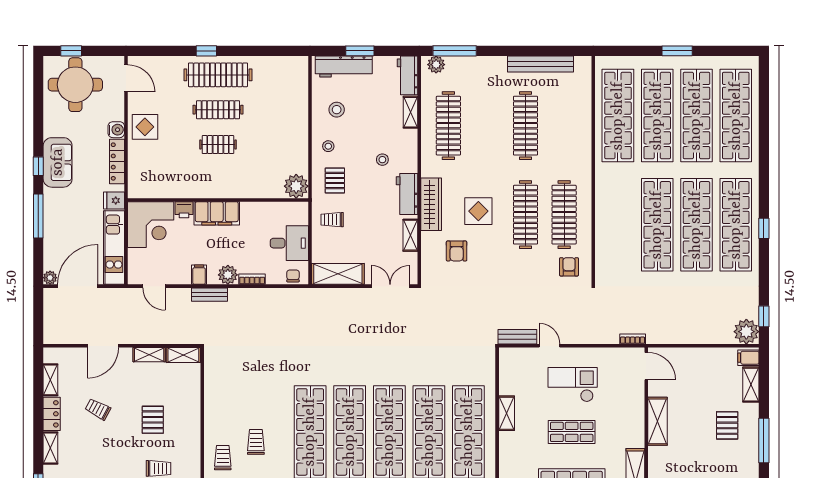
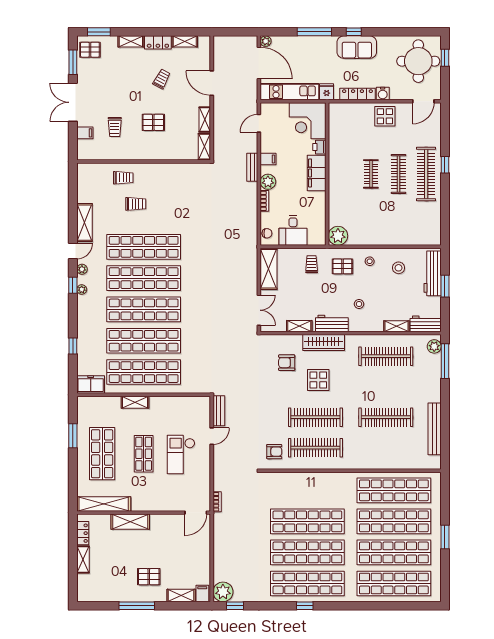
checkout: (573, 385) -> (181, 454), turned 180
shelving: (507, 413) -> (135, 402), moved
shelving: (658, 421) -> (130, 522), moved

